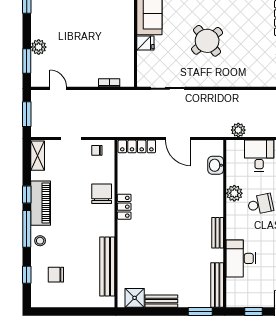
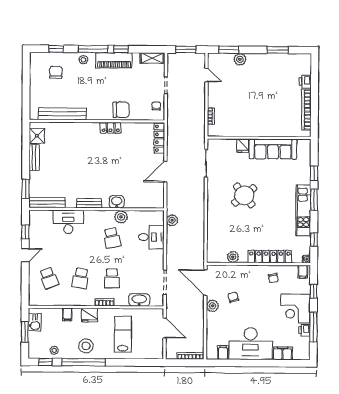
door: (58, 88) -> (206, 75), hinge flipped
washbasin: (216, 165) -> (117, 202), moved

